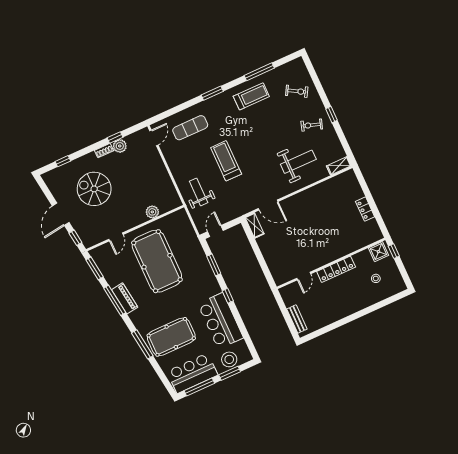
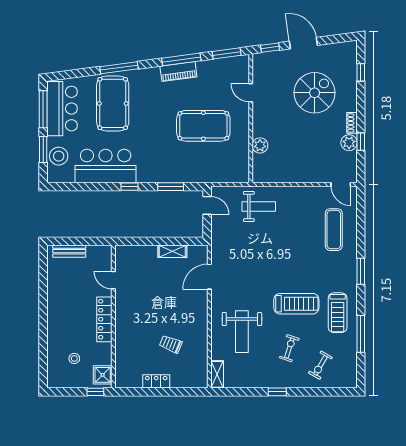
exercise bike: (312, 125) -> (289, 348), moved
treadmill: (226, 161) -> (296, 304), moved
trolley: (332, 211) -> (171, 344), added
shelving: (255, 225) -> (172, 251), moved
pool table: (157, 261) -> (203, 126), width x0.73, depth x0.76

